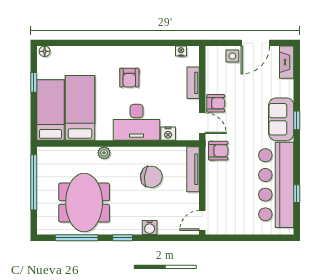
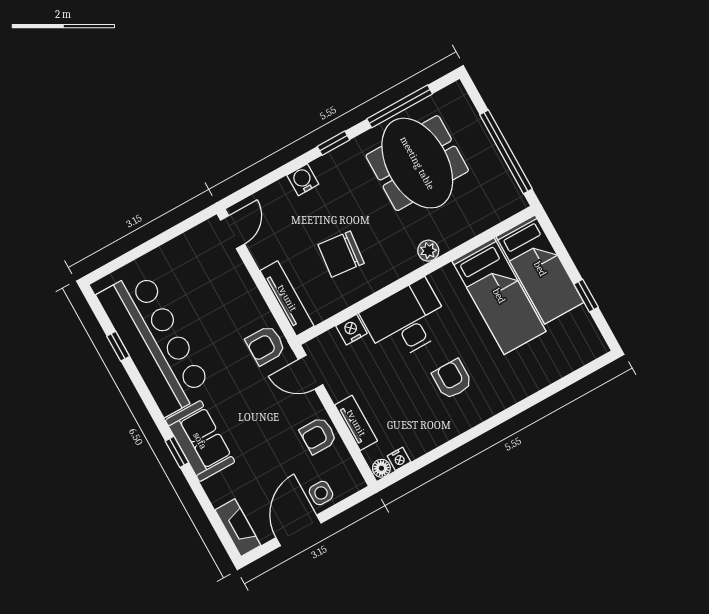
floor lamp: (45, 51) -> (381, 468), moved
armchair: (216, 103) -> (318, 435), moved

